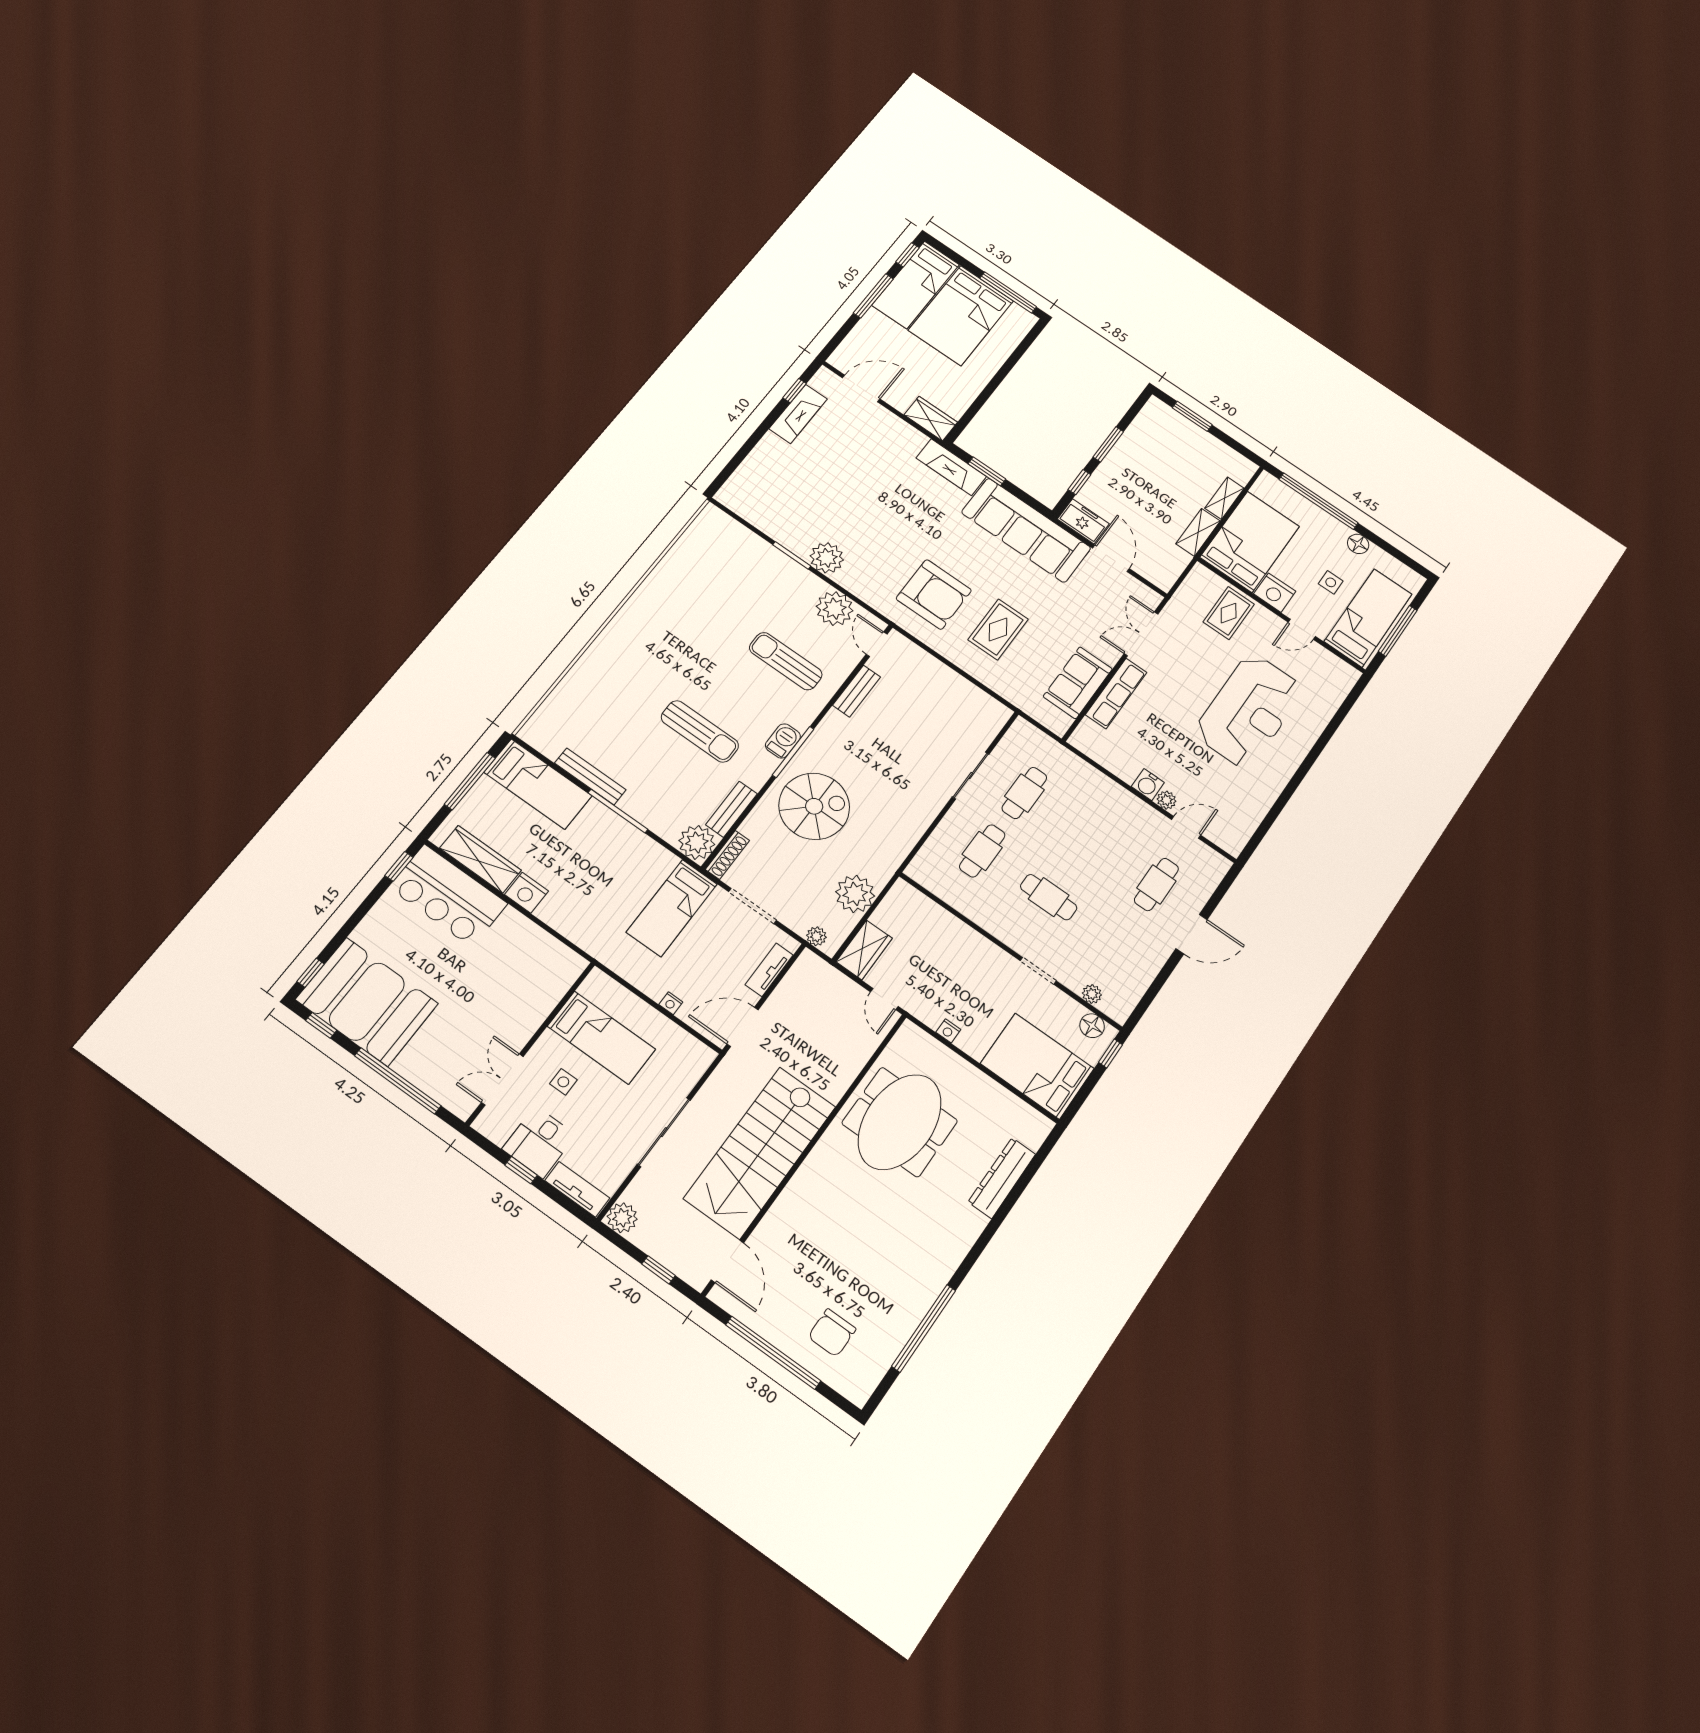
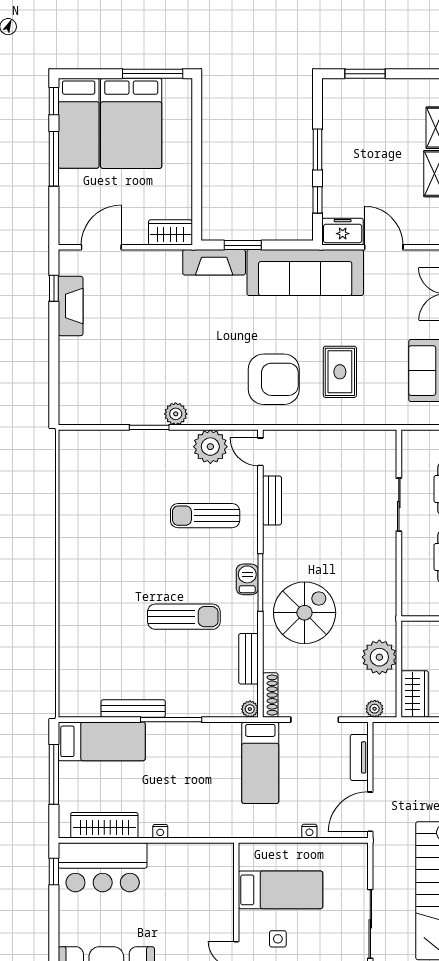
plant: (827, 558) -> (176, 414), width x0.73, depth x0.73
plant: (697, 842) -> (250, 709), width x0.53, depth x0.53
nightstand: (527, 893) -> (160, 831), width x0.53, depth x0.56

